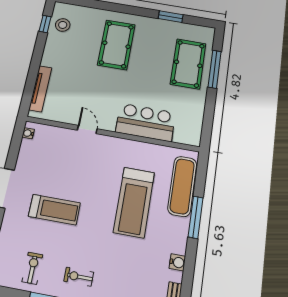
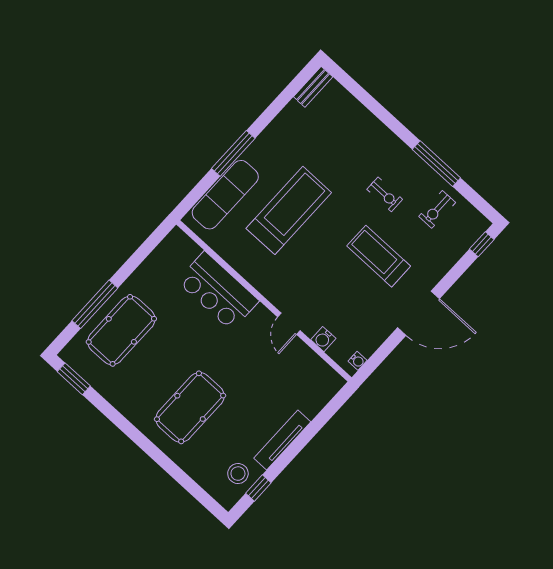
window: (171, 17) -> (74, 379), moved
tv unit: (40, 89) -> (282, 440), moved
water cooler: (177, 262) -> (323, 339), moved, turned -90
exercise bike: (79, 277) -> (385, 194), moved

